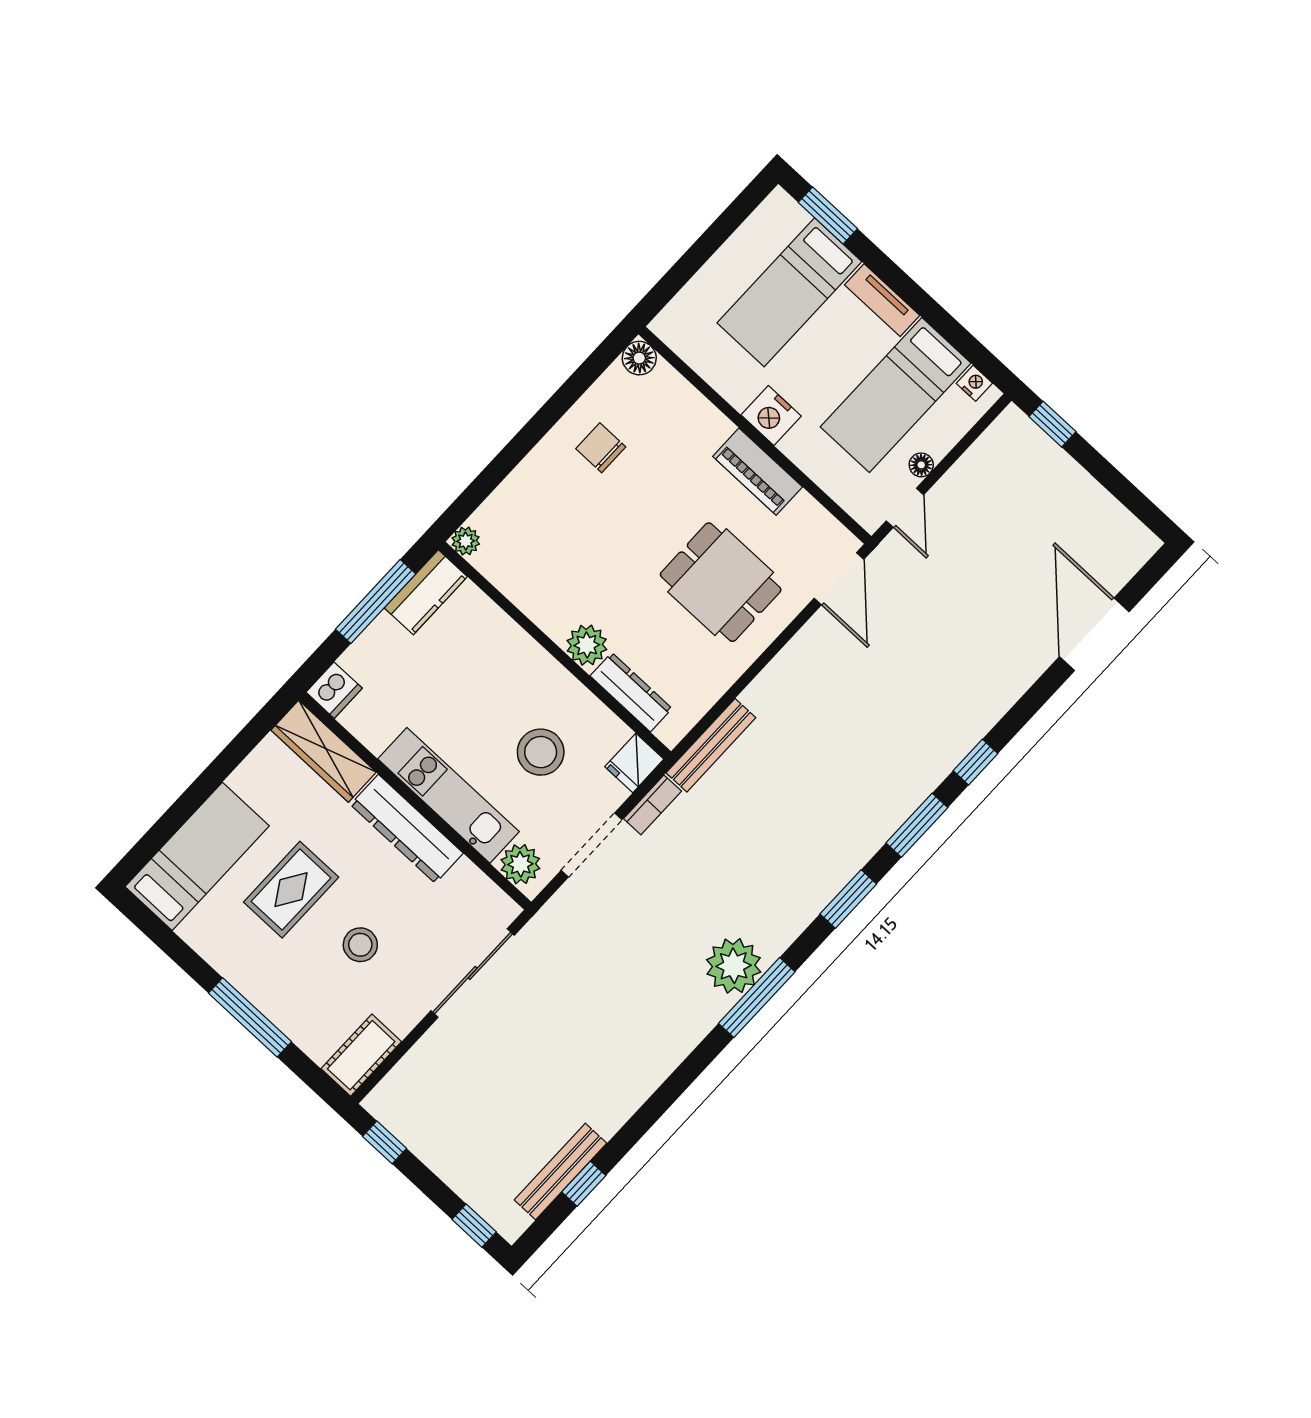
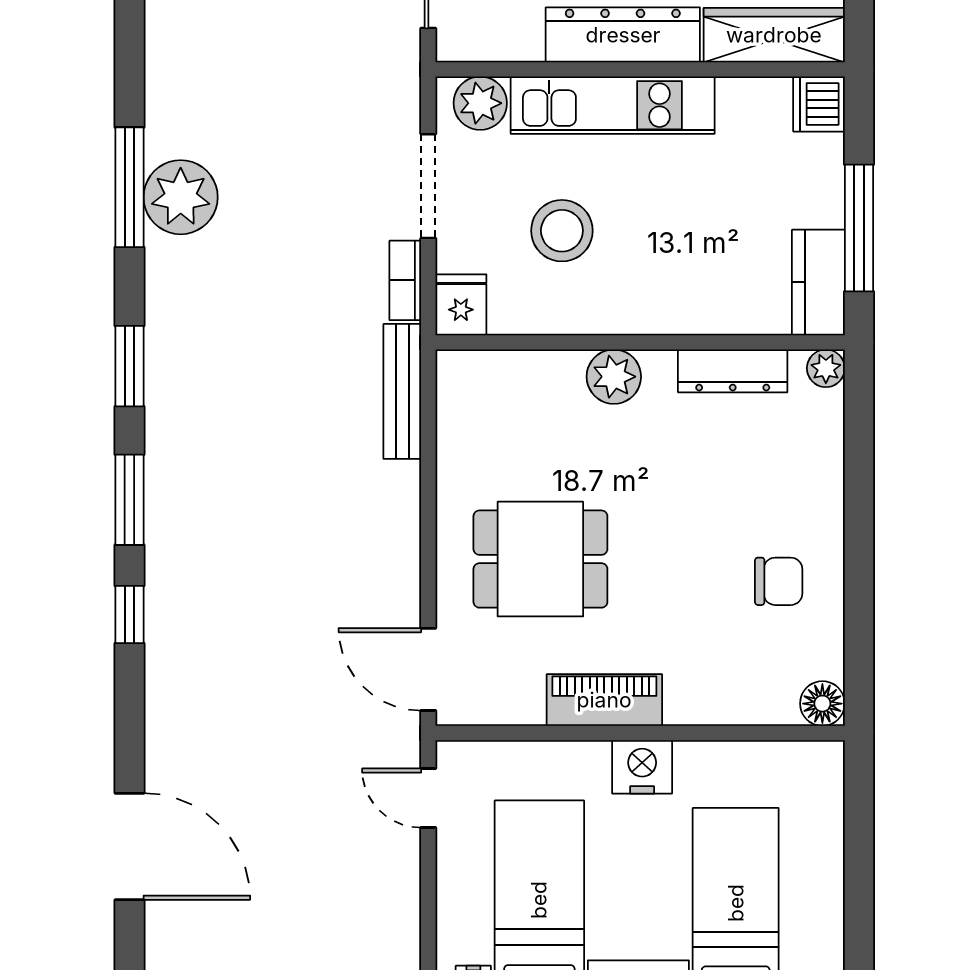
floor lamp: (921, 465) -> (451, 855), removed
dresser: (631, 692) -> (733, 371), moved

